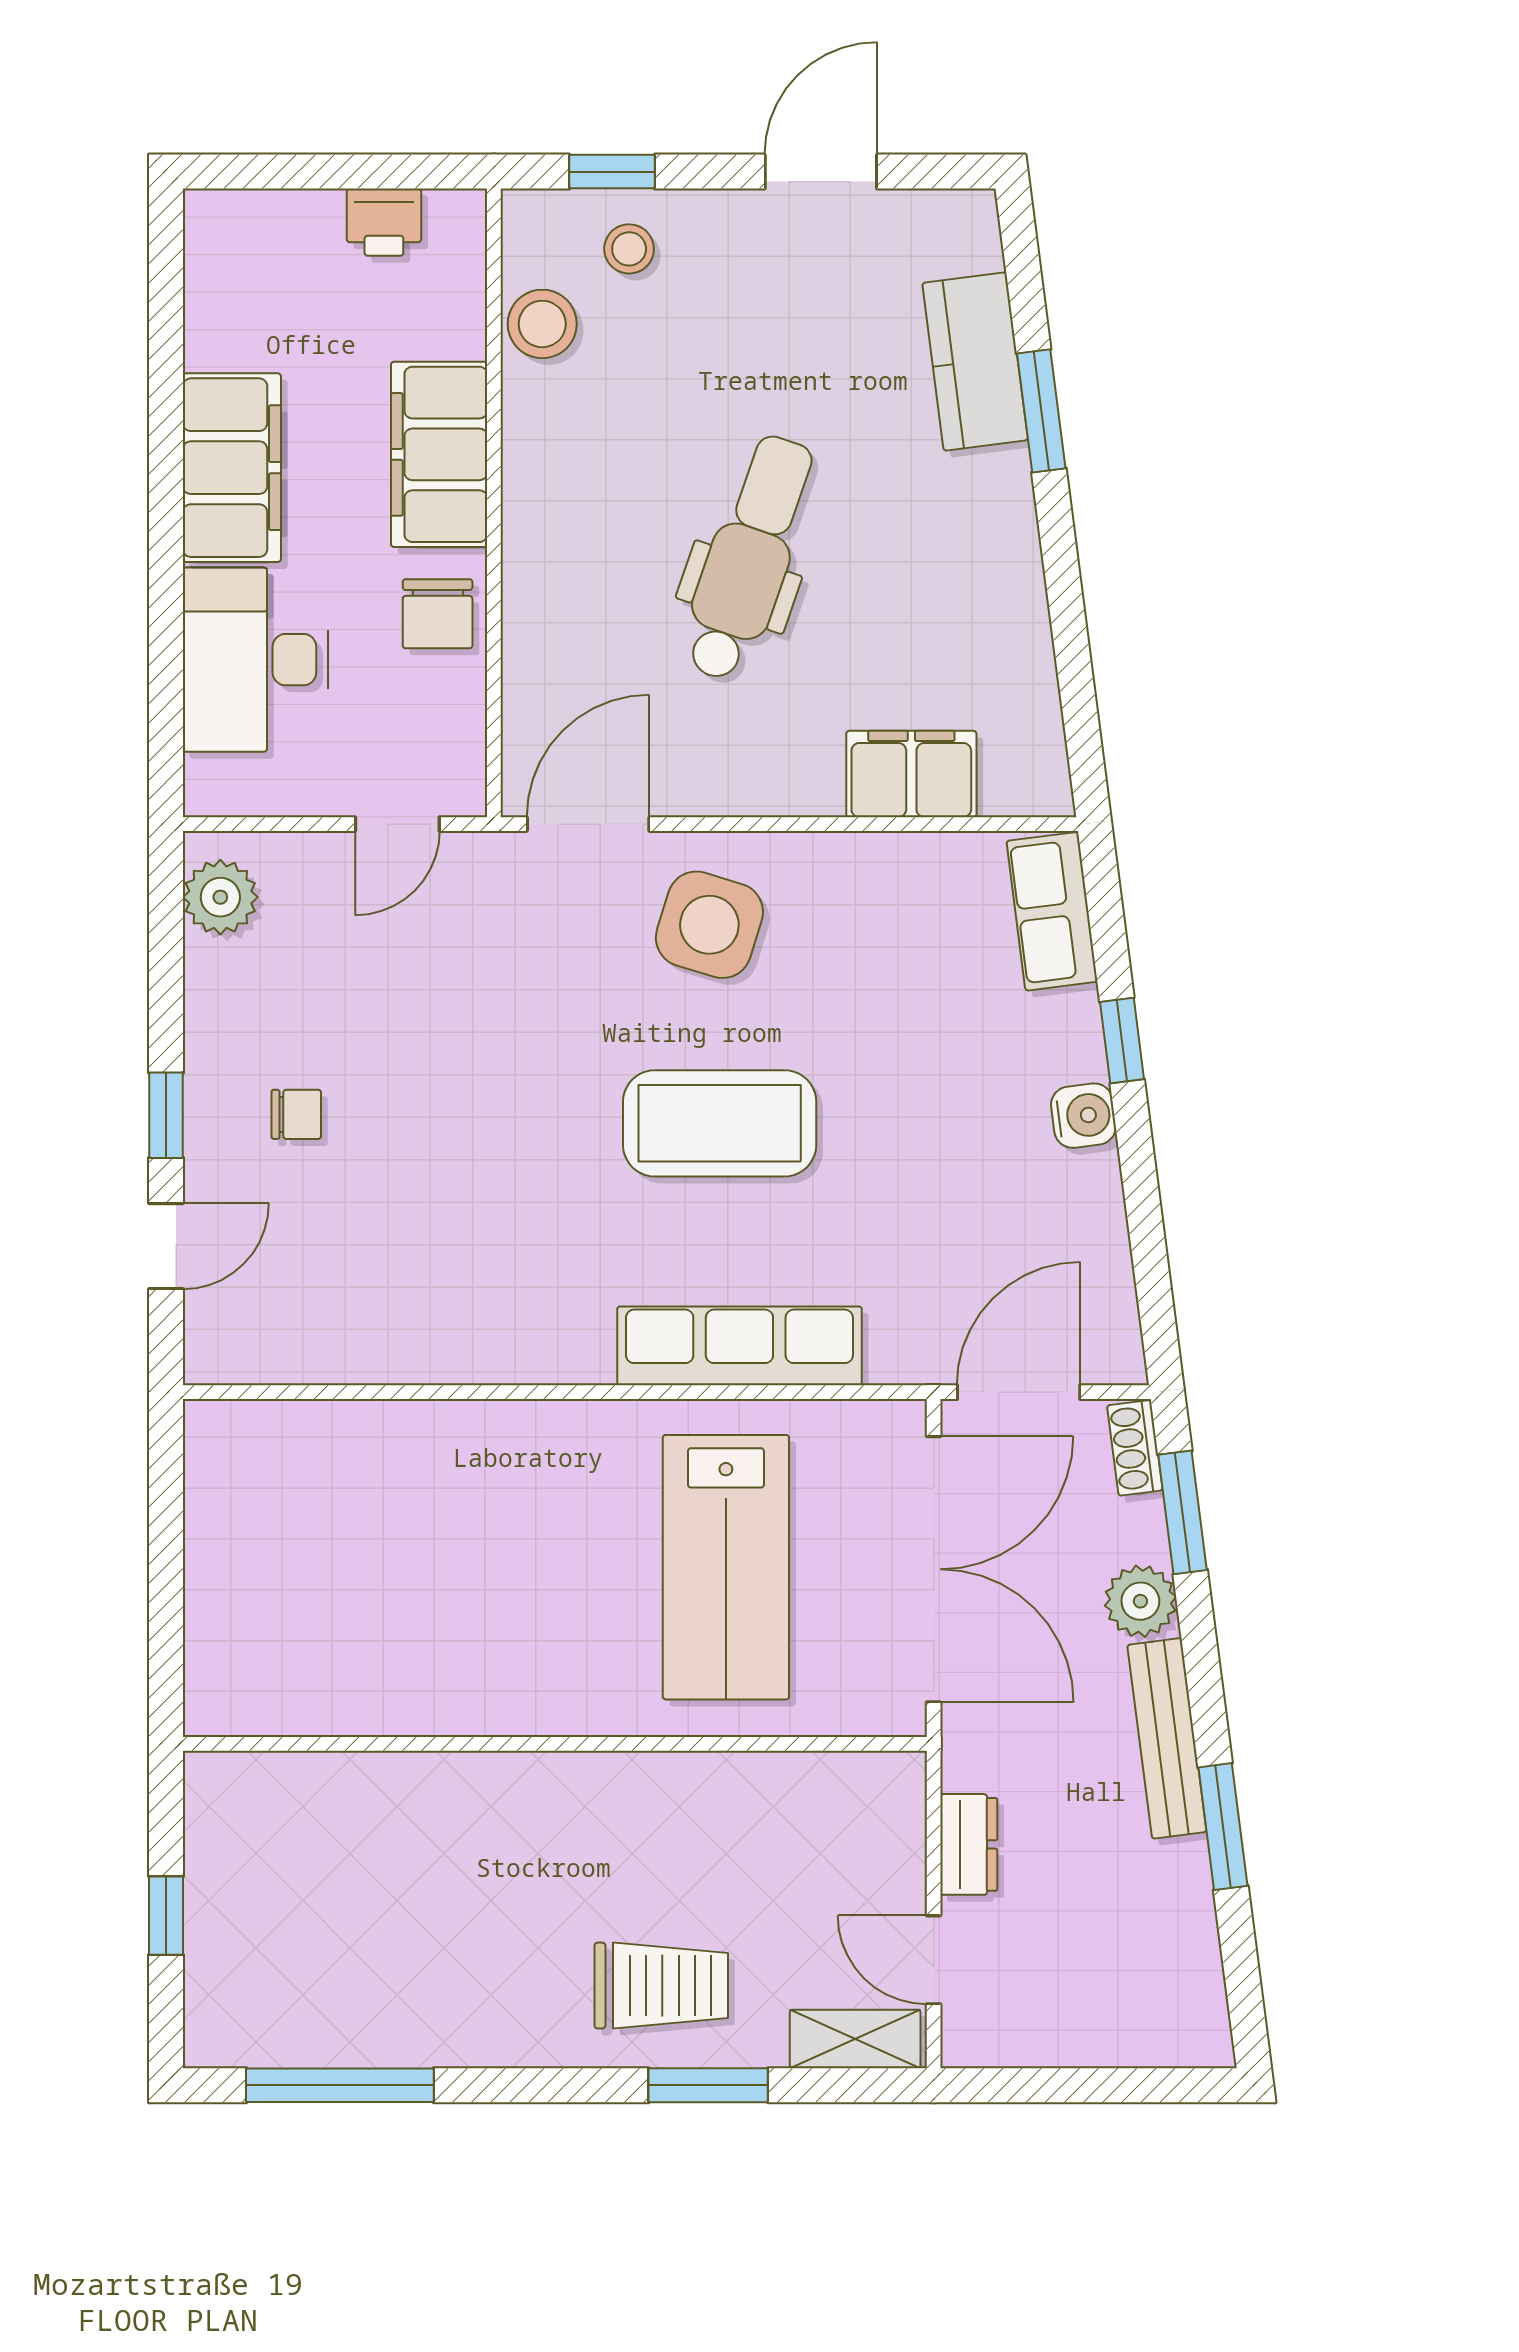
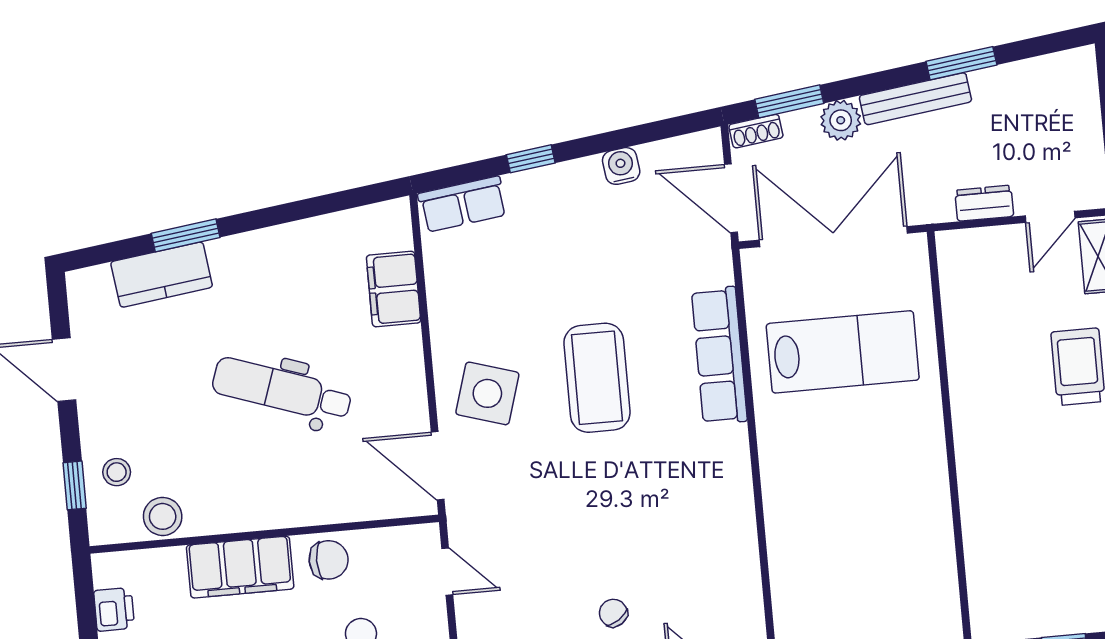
chair: (296, 1114) -> (613, 613), turned -34
water cooler: (1083, 1116) -> (621, 166), moved

